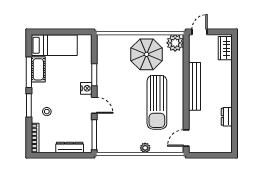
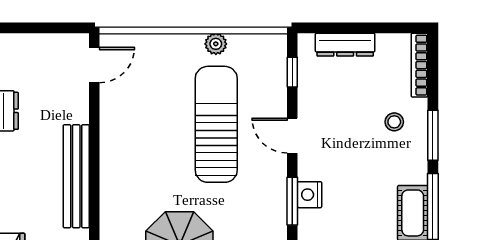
nightstand: (86, 88) -> (309, 195), moved
sun lounger: (157, 102) -> (216, 124), moved
window: (94, 135) -> (292, 72), width x0.46
plant: (145, 148) -> (216, 44), moved

